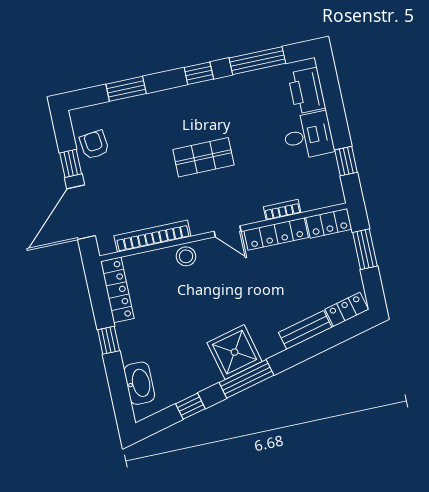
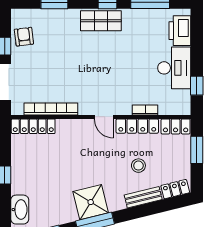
desk: (308, 136) -> (174, 68), width x1.37
shop shelf: (203, 157) -> (101, 21), moved
stool: (186, 256) -> (138, 166), moved
locker: (117, 290) -> (33, 126), moved, turned 90

